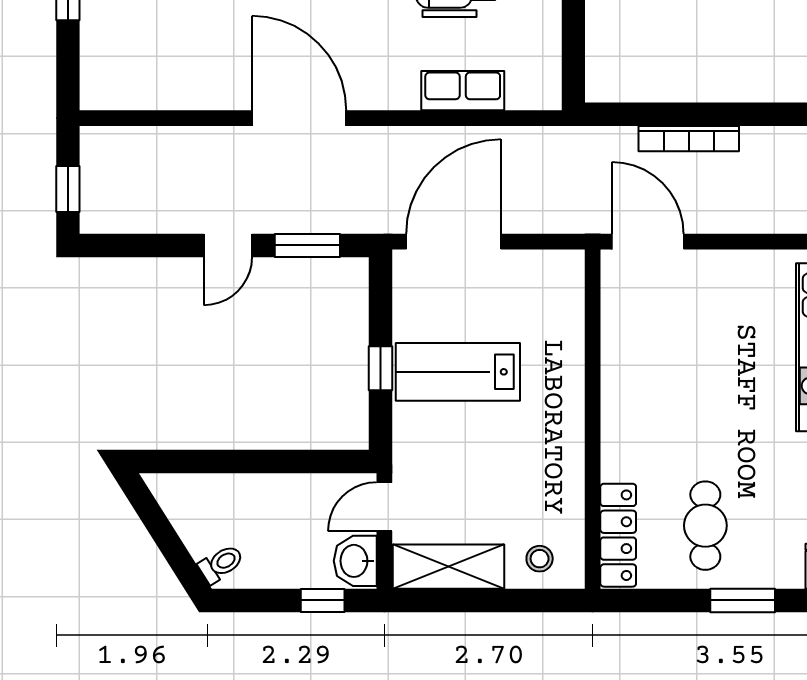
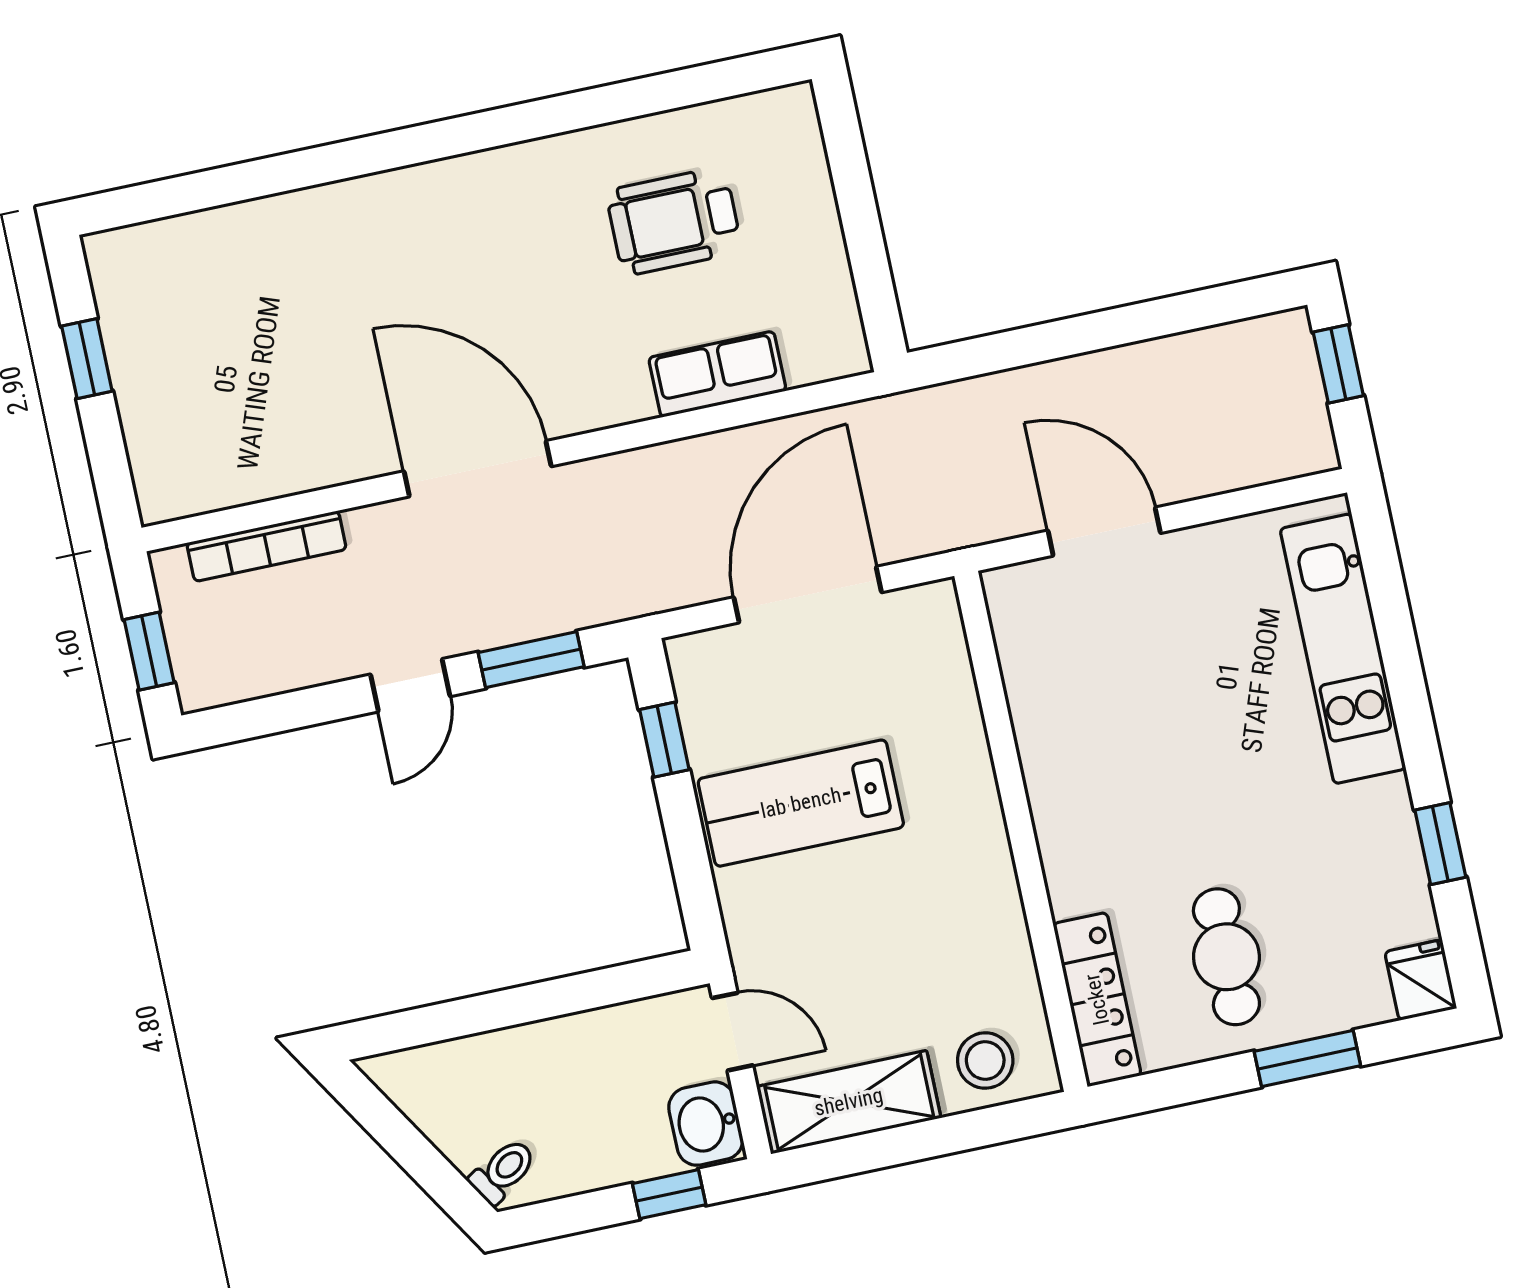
bookcase: (689, 139) -> (267, 546), moved
door: (454, 242) -> (808, 595), moved
door: (648, 242) -> (1104, 532), moved
window: (380, 368) -> (664, 740), moved
door: (384, 507) -> (733, 1032), swing flipped
stool: (540, 559) -> (985, 1061), width x1.37, depth x1.37

